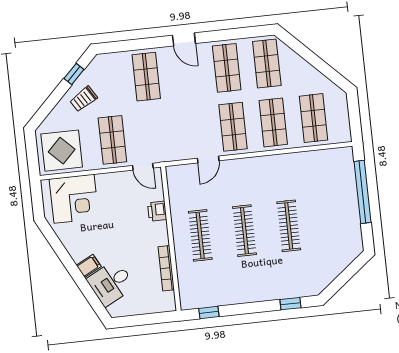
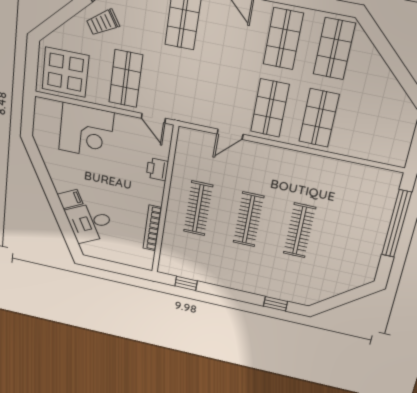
shop shelf: (313, 118) -> (369, 128), removed
corner desk: (74, 199) -> (86, 131), moved

